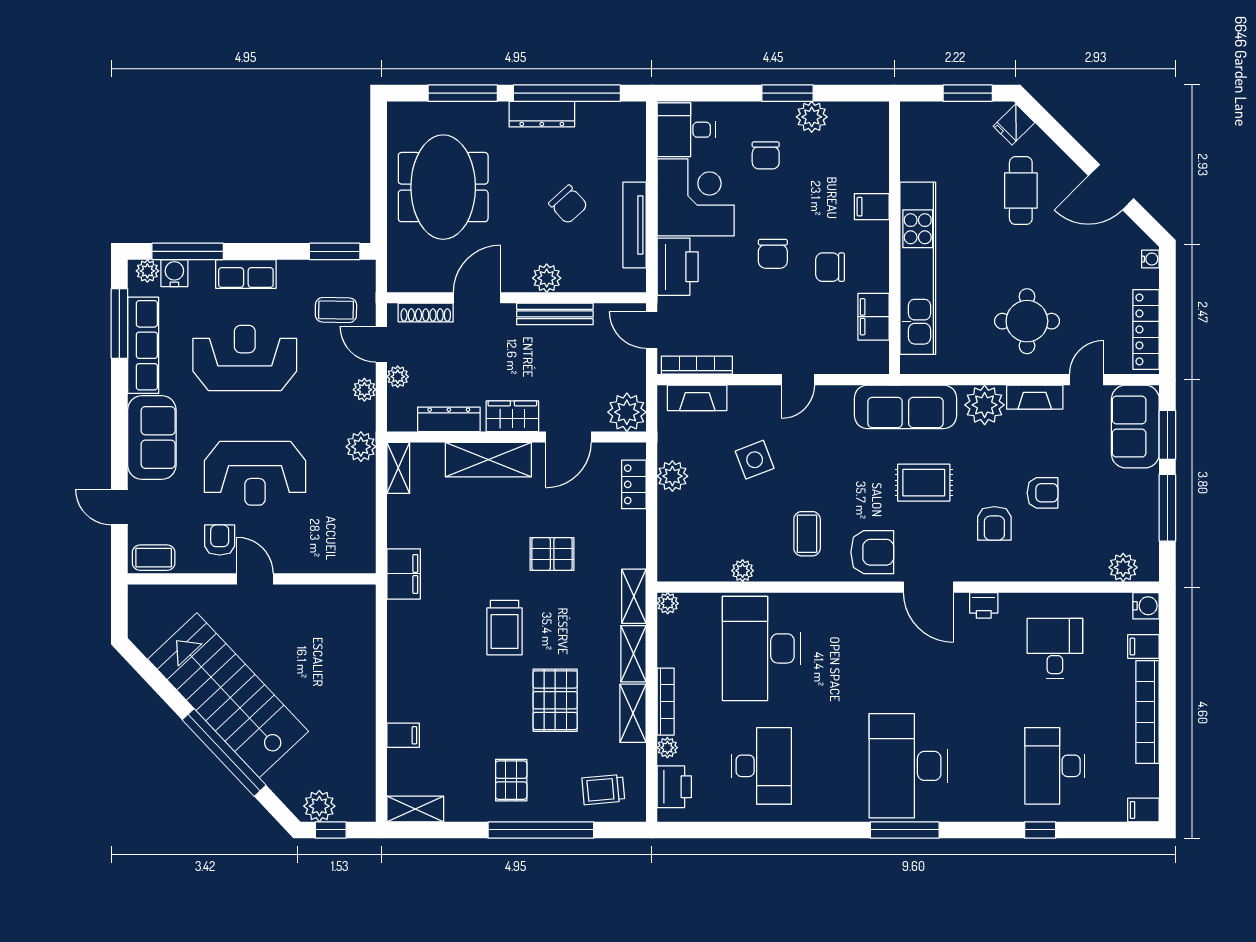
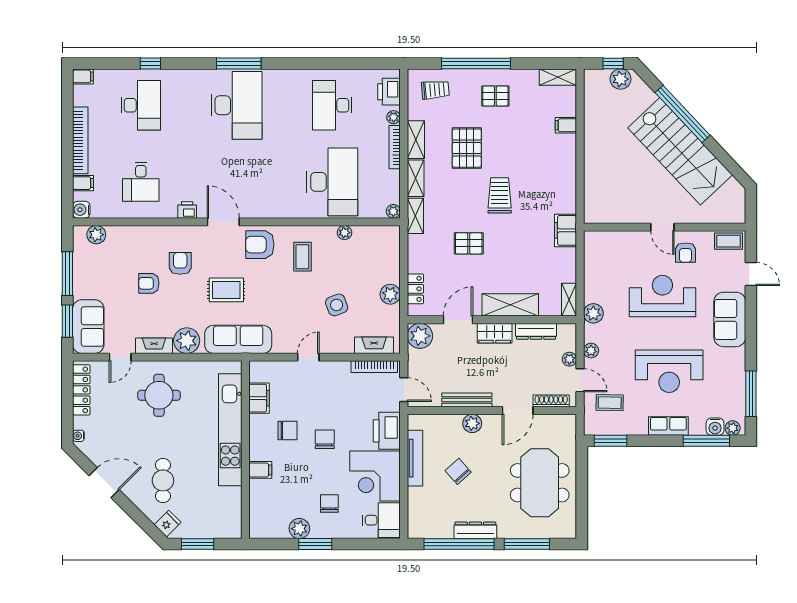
row of seats: (143, 345) -> (735, 380), removed
pallet: (511, 780) -> (495, 96), turned 90

